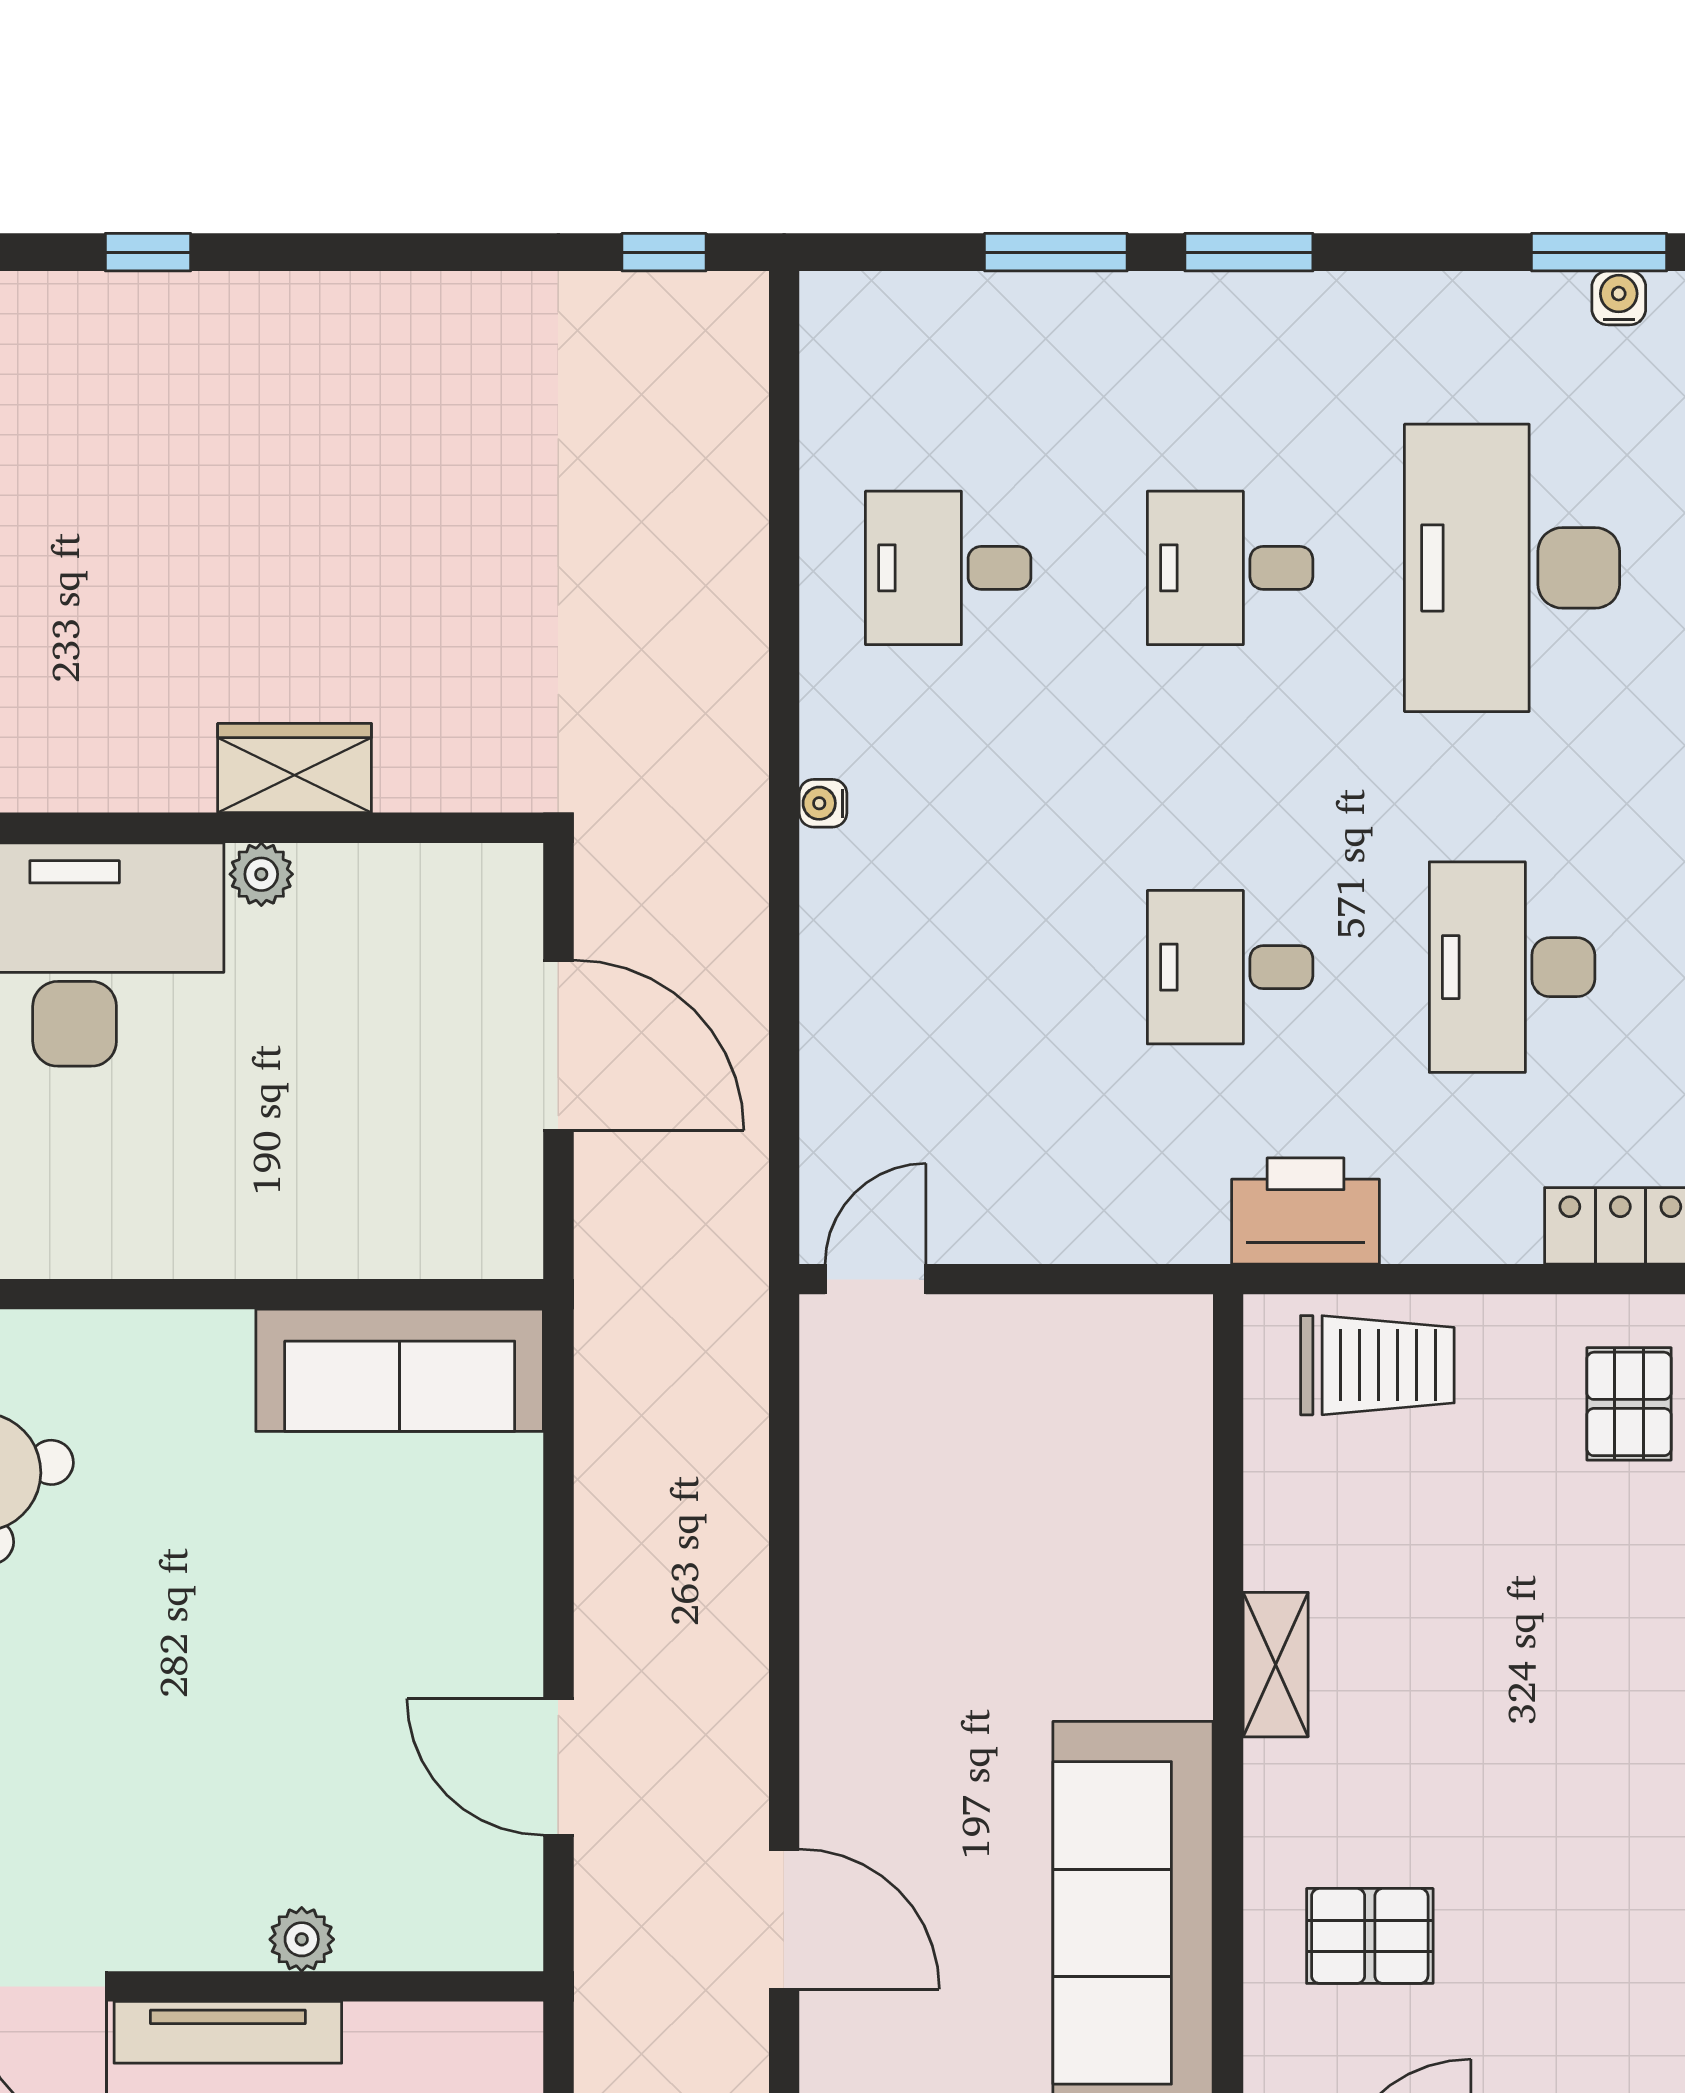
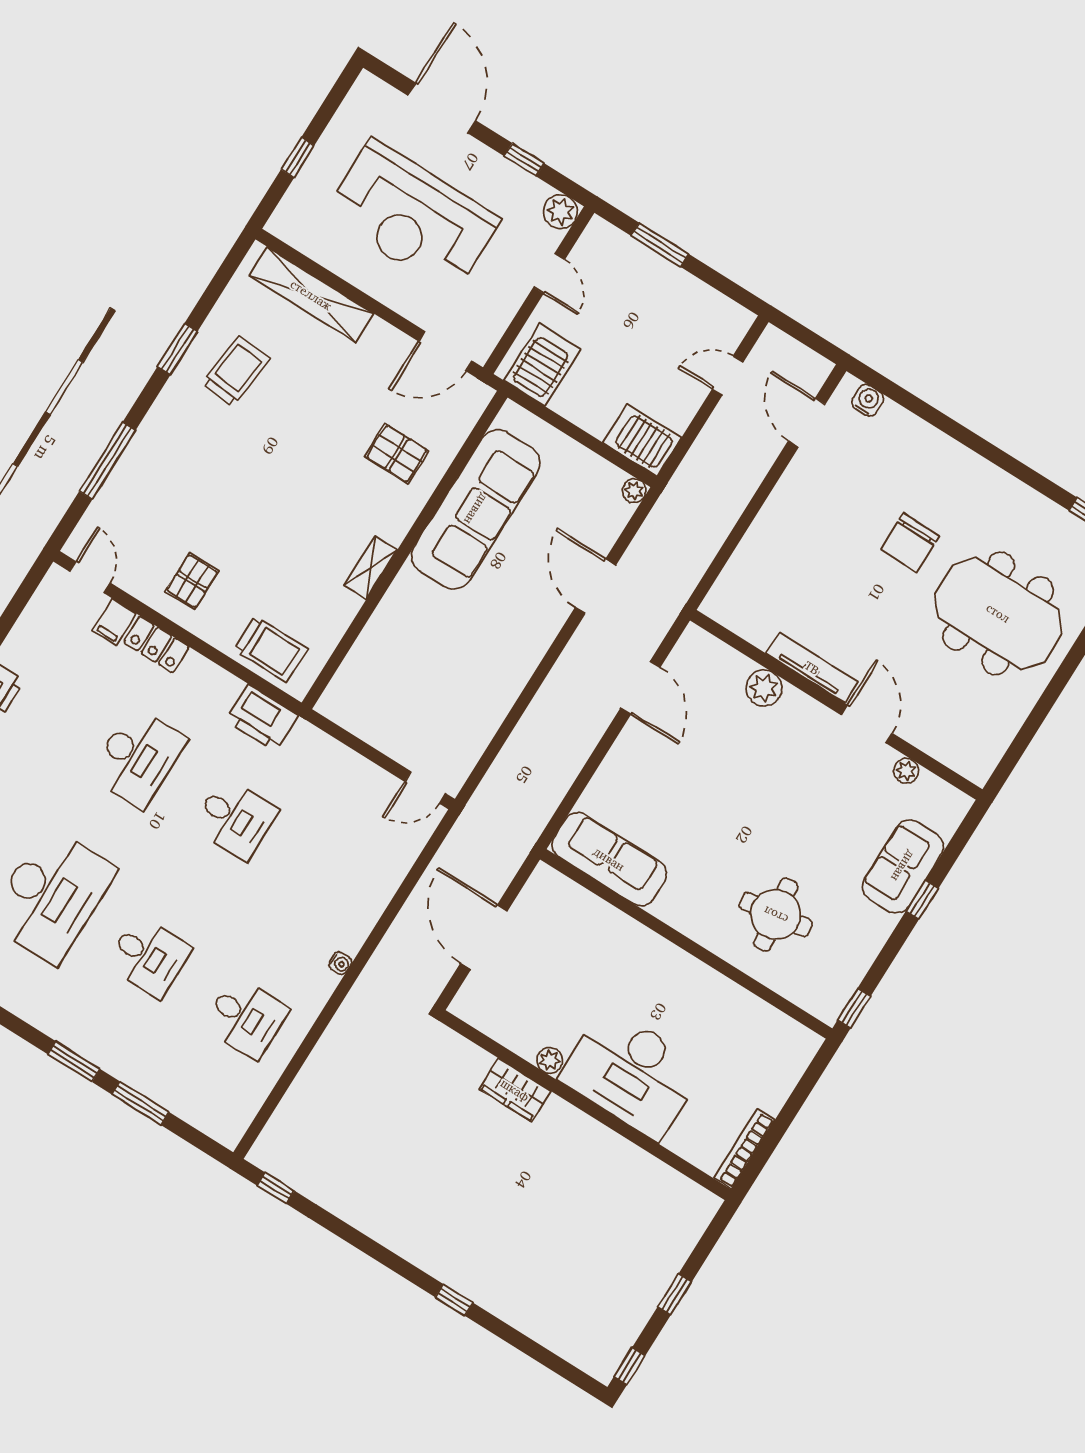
trolley: (1377, 1365) -> (271, 649), turned 180
plant: (302, 1939) -> (764, 688), width x1.38, depth x1.38

